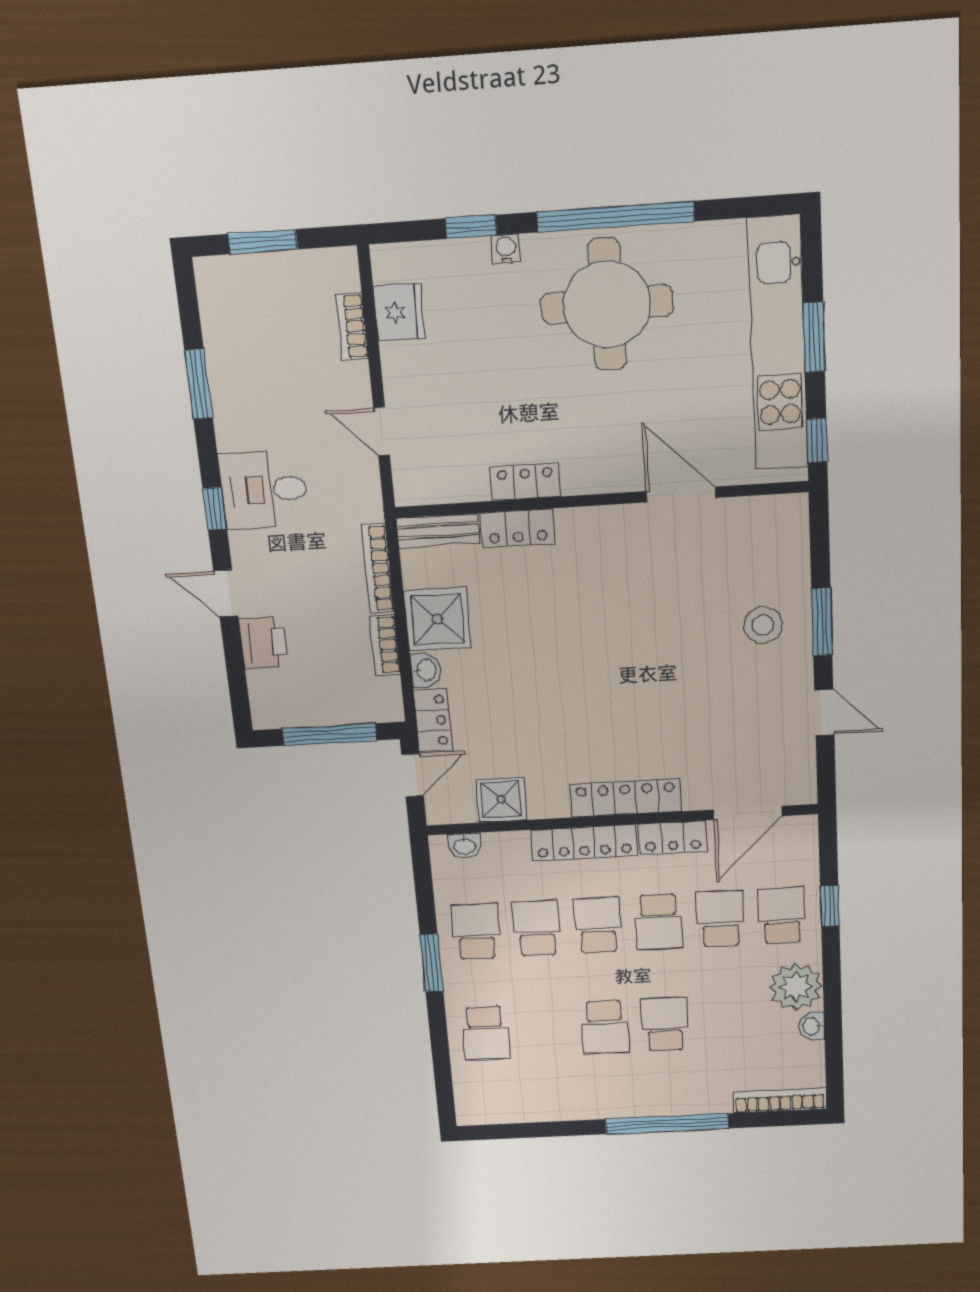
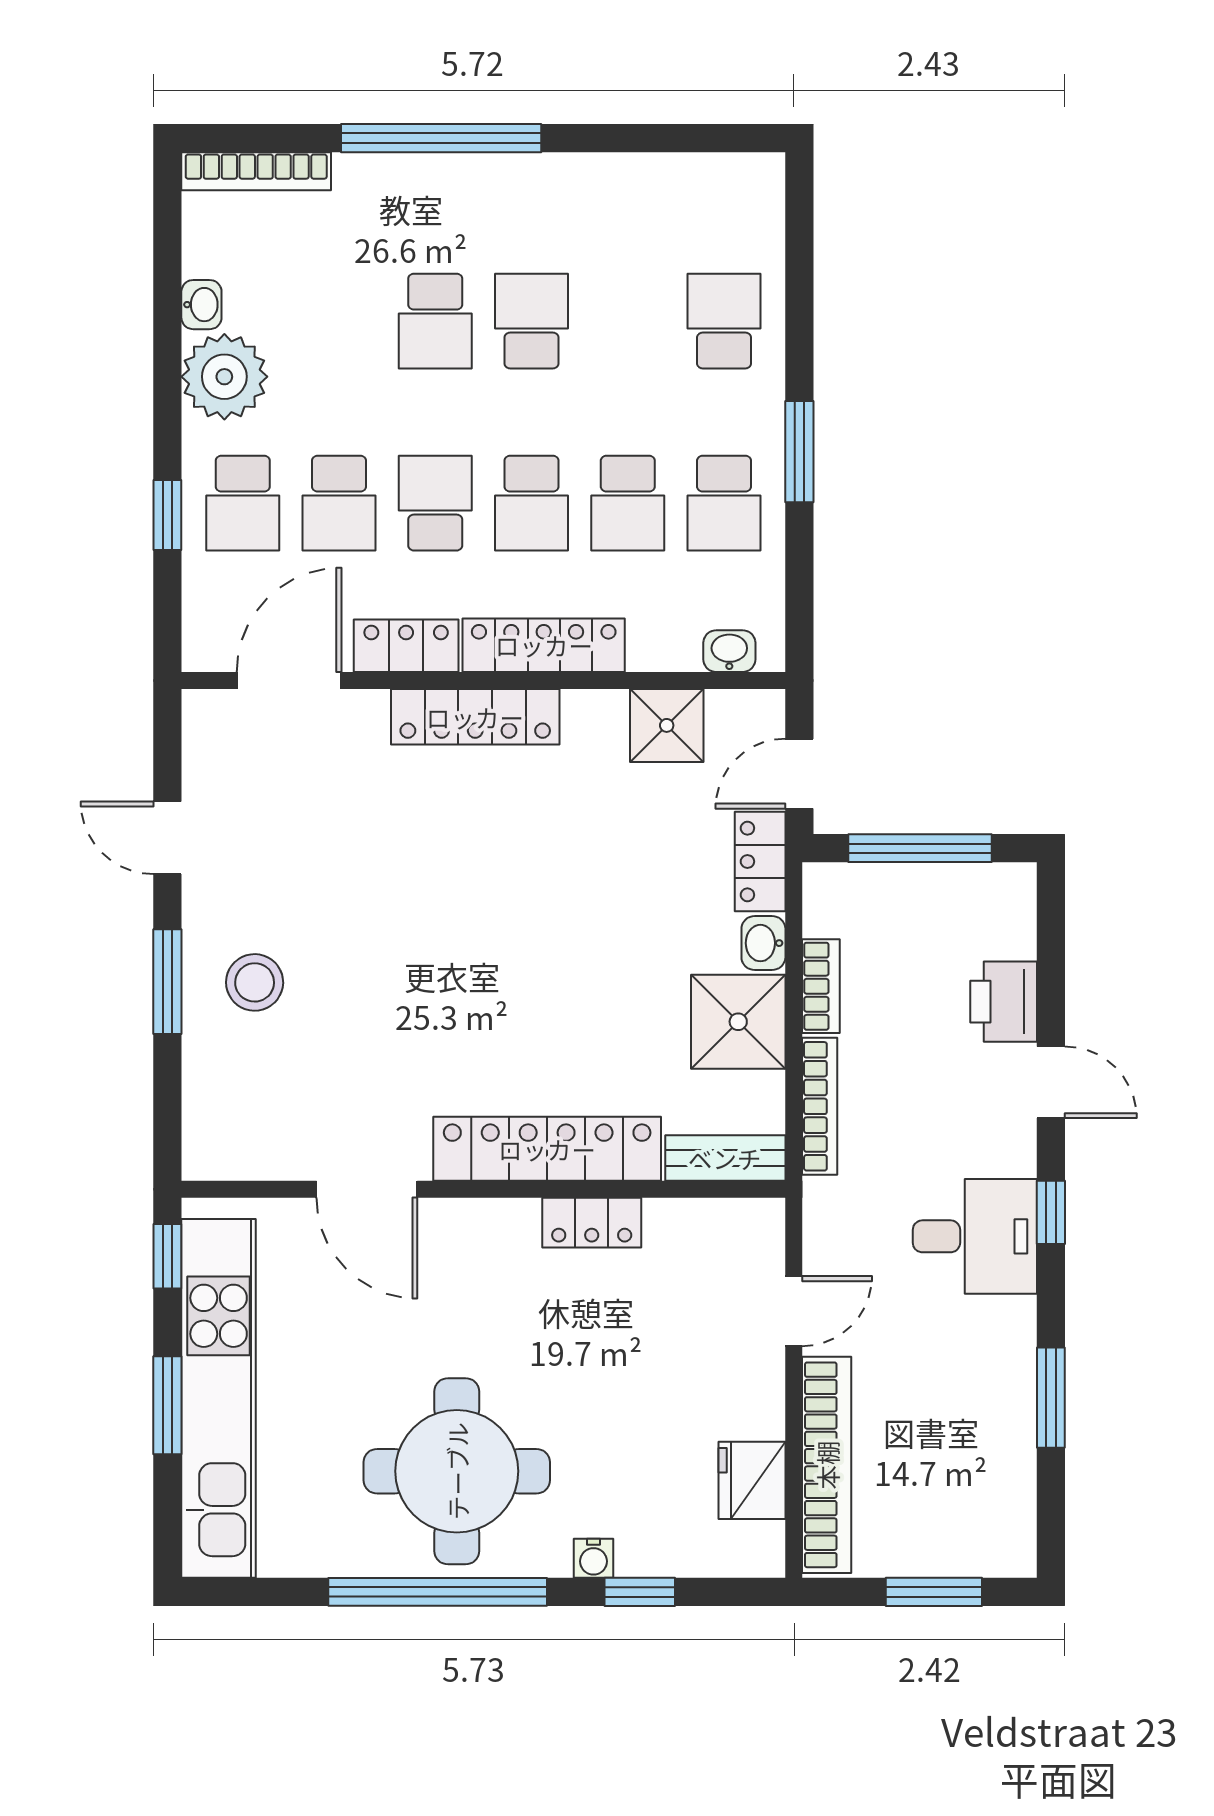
bookcase: (352, 327) -> (827, 1465), width x2.31, depth x1.31
door: (382, 431) -> (794, 1311), hinge flipped
locker: (518, 528) -> (547, 1149), width x2.16, depth x1.21

